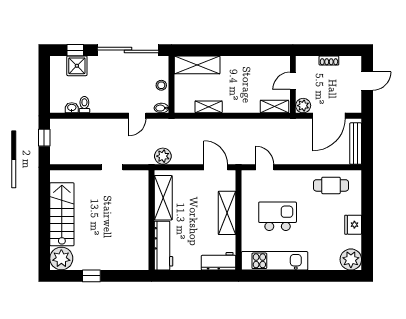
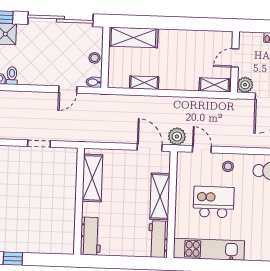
plant: (163, 156) -> (177, 136), moved
stool: (290, 183) -> (228, 166), added
workbench: (163, 246) -> (91, 236), width x0.73
workbench: (219, 261) -> (158, 239), moved, turned -90

